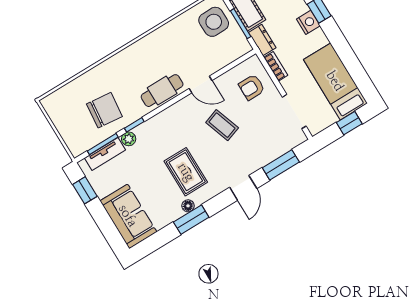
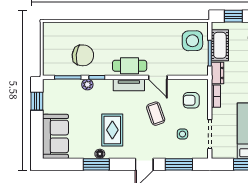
side table: (265, 130) -> (182, 134), added
tv unit: (105, 154) -> (129, 85), moved

